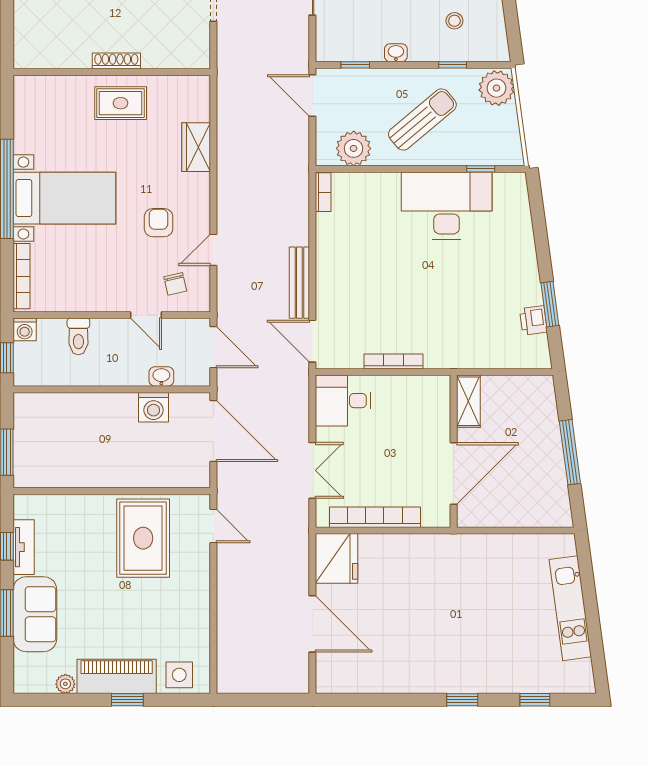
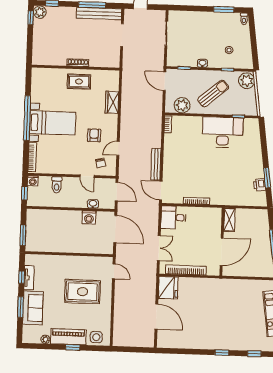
rug: (143, 538) -> (82, 292), moved, turned 90

